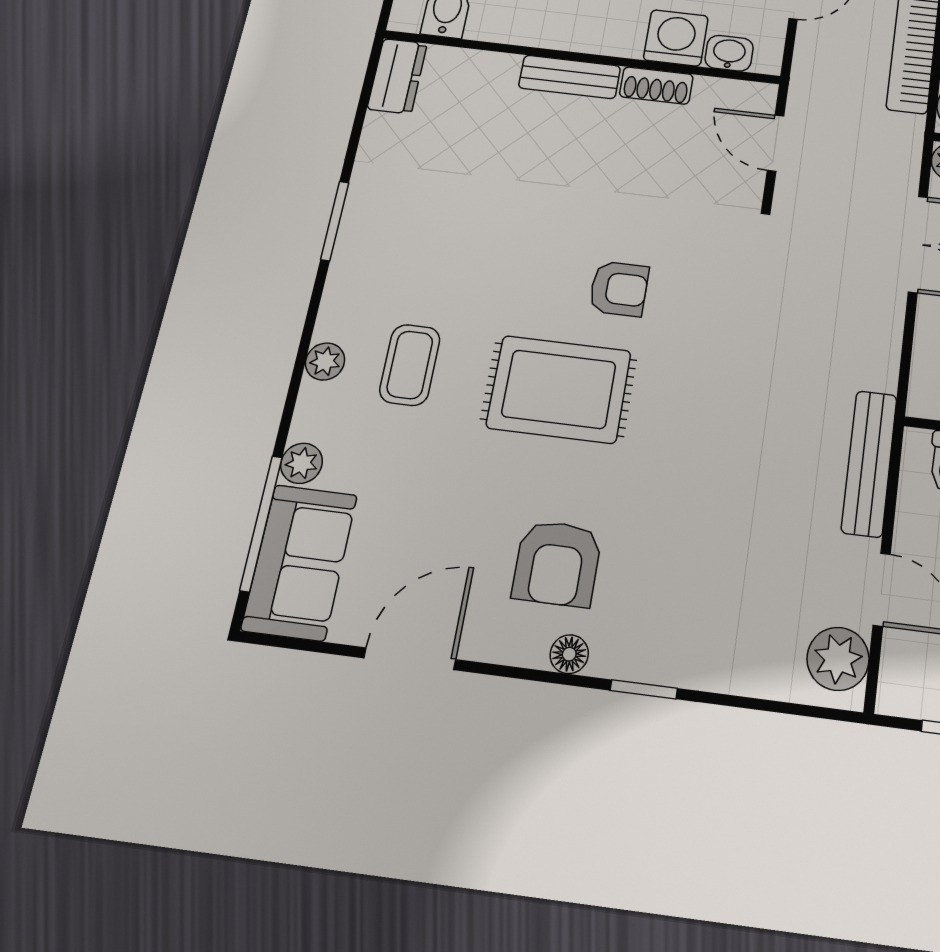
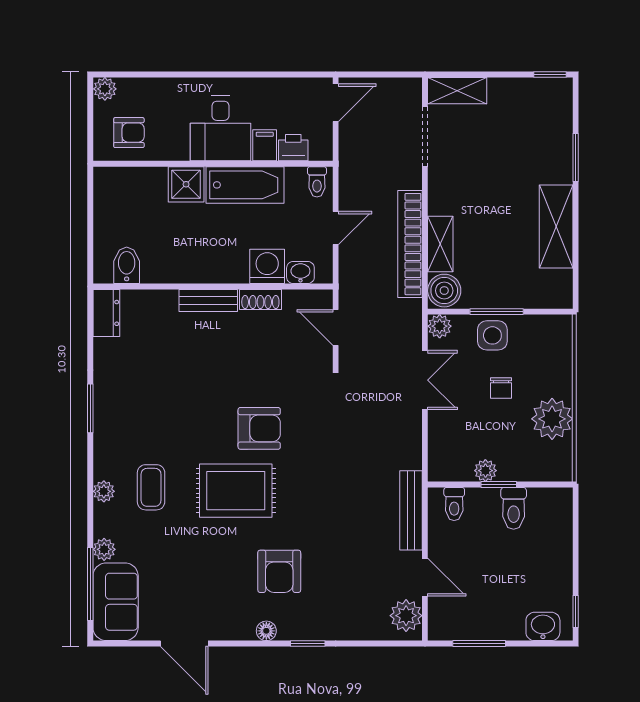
armchair: (619, 289) -> (259, 428), width x1.38, depth x1.38
armchair: (557, 563) -> (279, 571), moved
door: (410, 659) -> (184, 644), swing flipped

